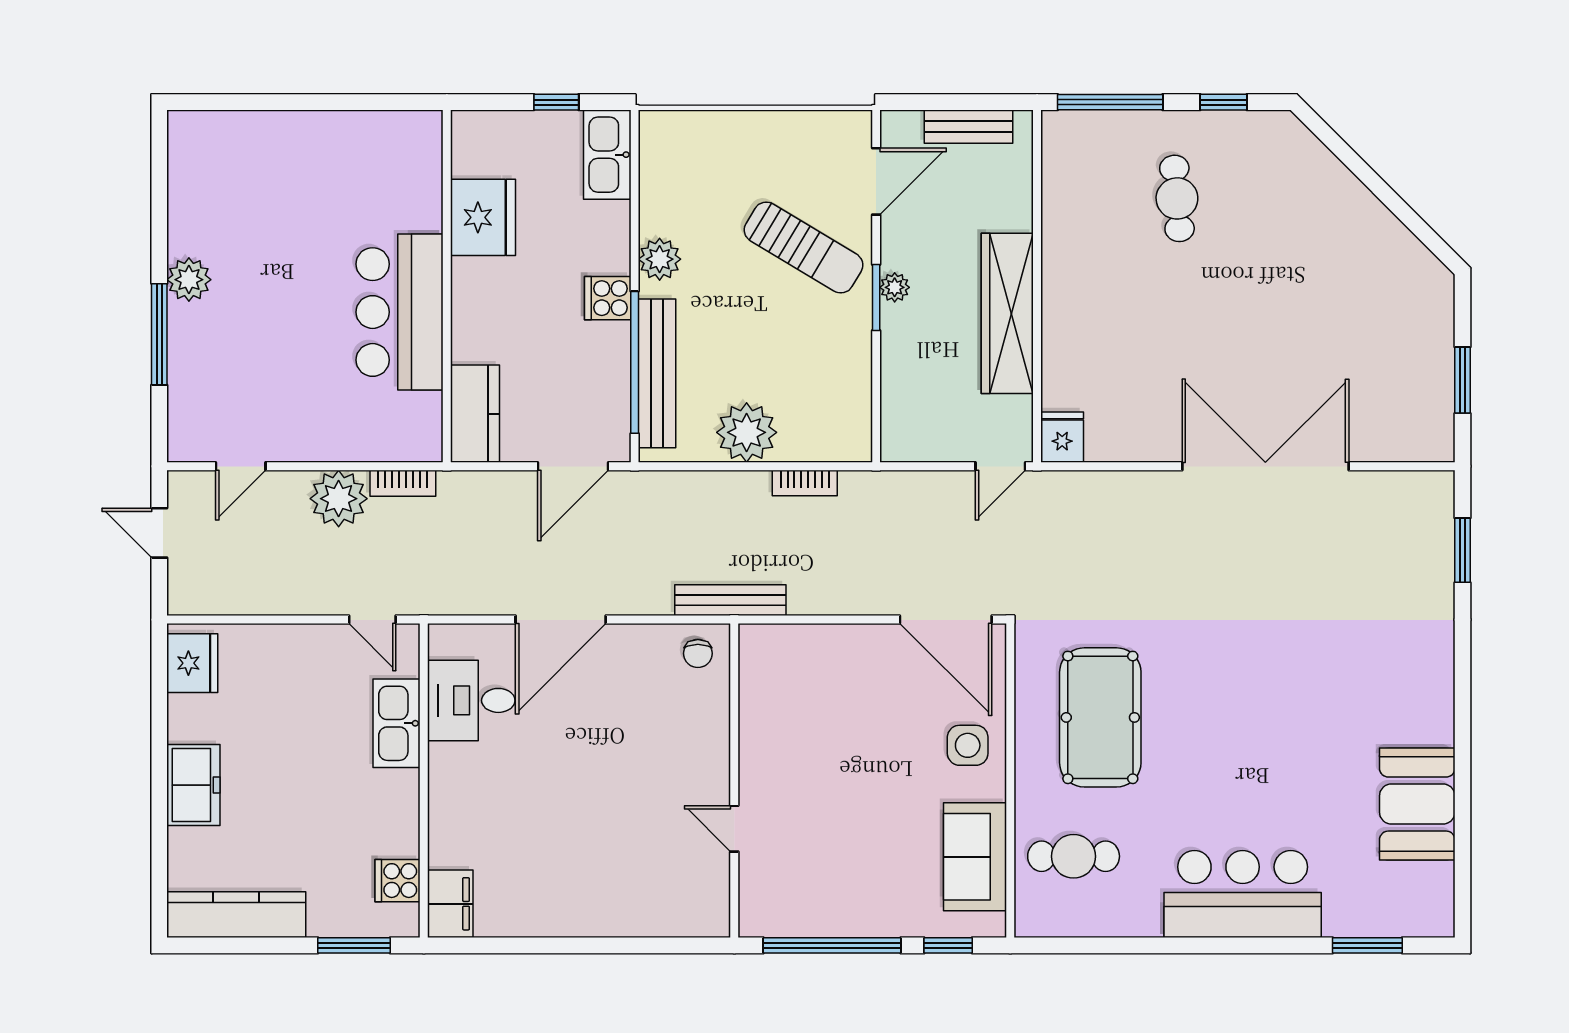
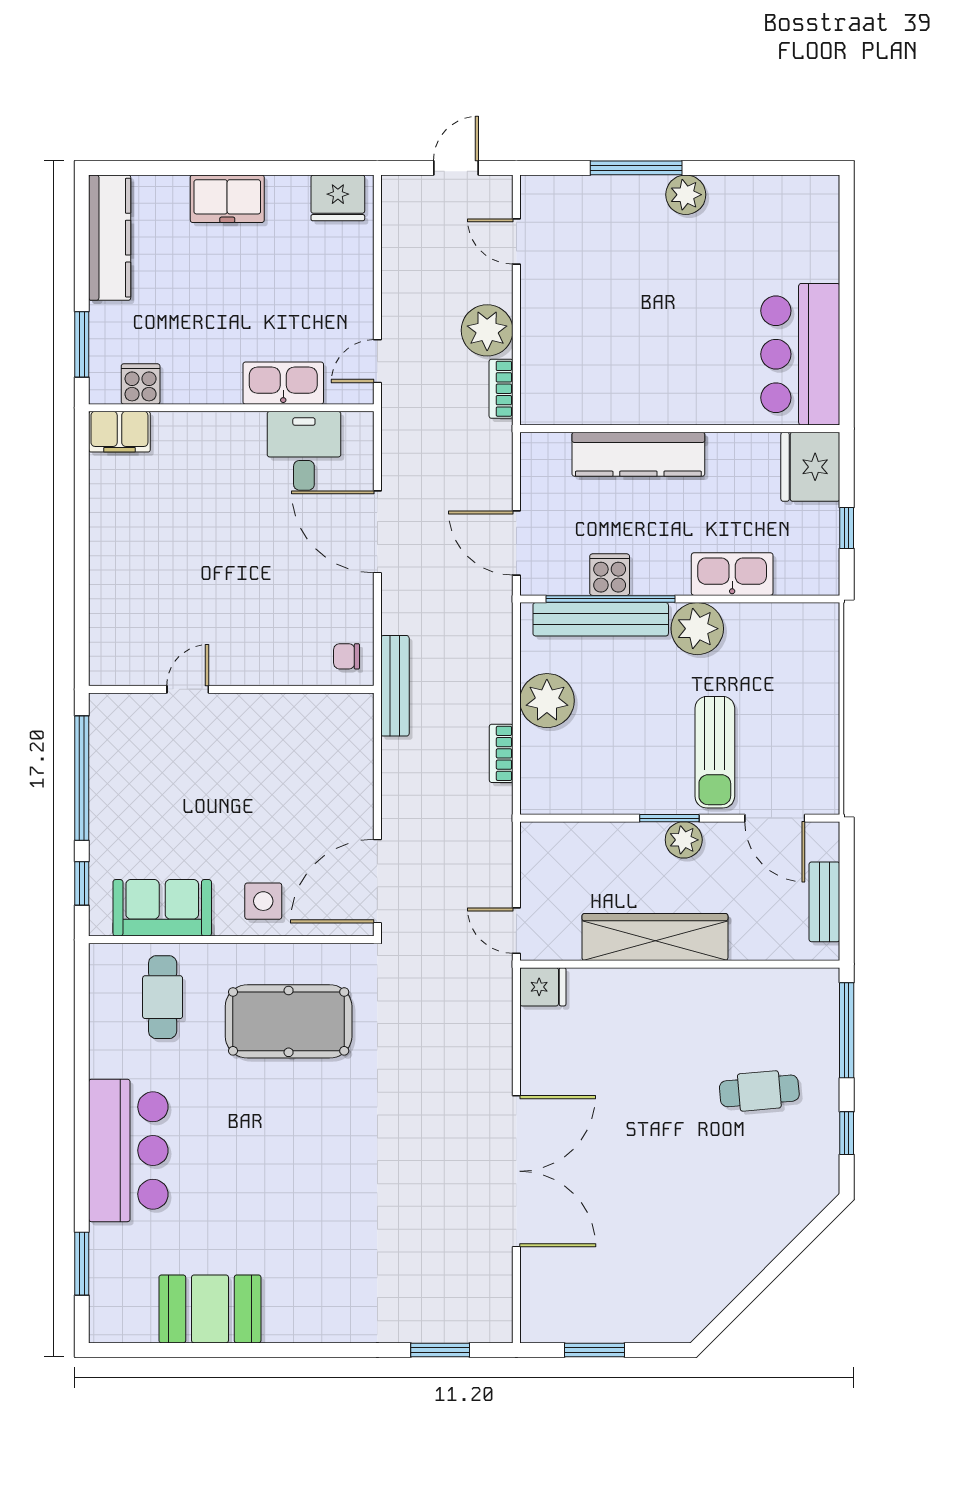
kitchen sink: (607, 155) -> (732, 574), moved
fridge: (483, 217) -> (810, 467), moved, turned 90
sun lounger: (804, 247) -> (715, 752), turned -31
plant: (660, 259) -> (697, 629), width x1.36, depth x1.36
plant: (895, 287) -> (684, 840), width x1.38, depth x1.38
cooker: (608, 298) -> (610, 575), moved
bar counter: (400, 312) -> (800, 354), moved, turned -90
kitchen counter: (475, 414) -> (638, 454), moved, width x1.50

